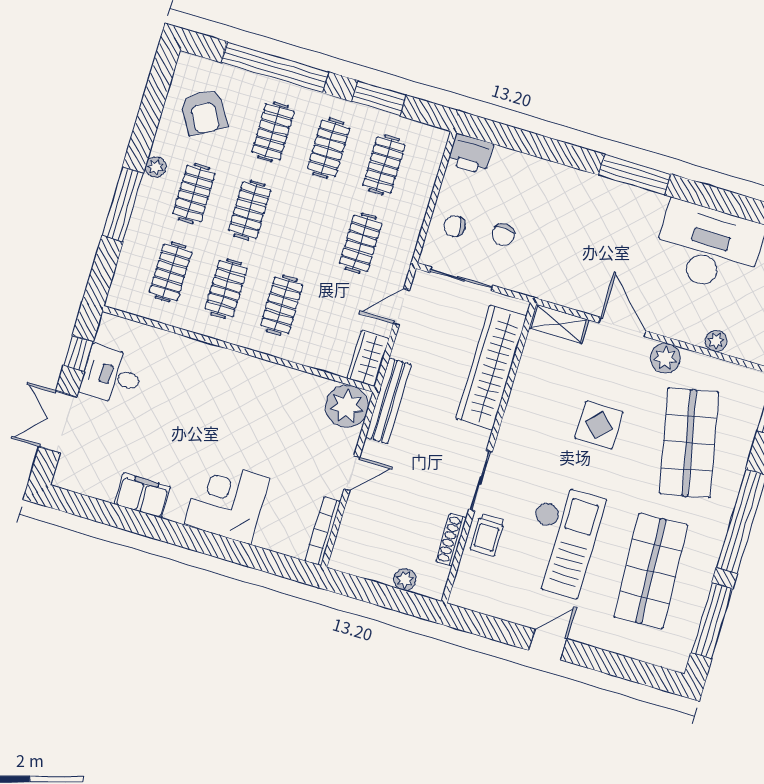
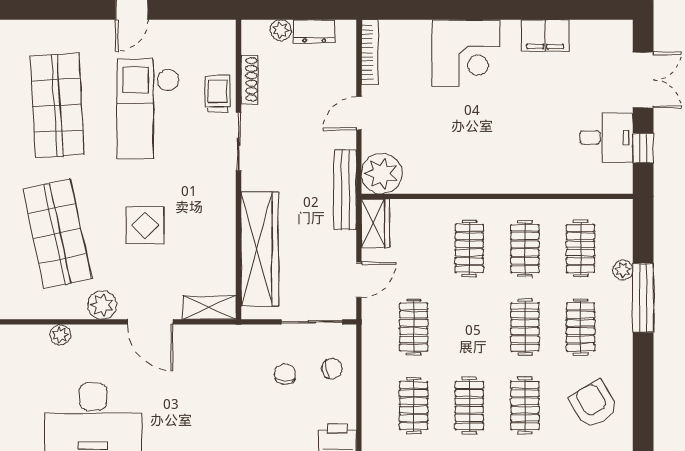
plant: (156, 167) -> (623, 270), moved
dresser: (372, 568) -> (314, 31), added

